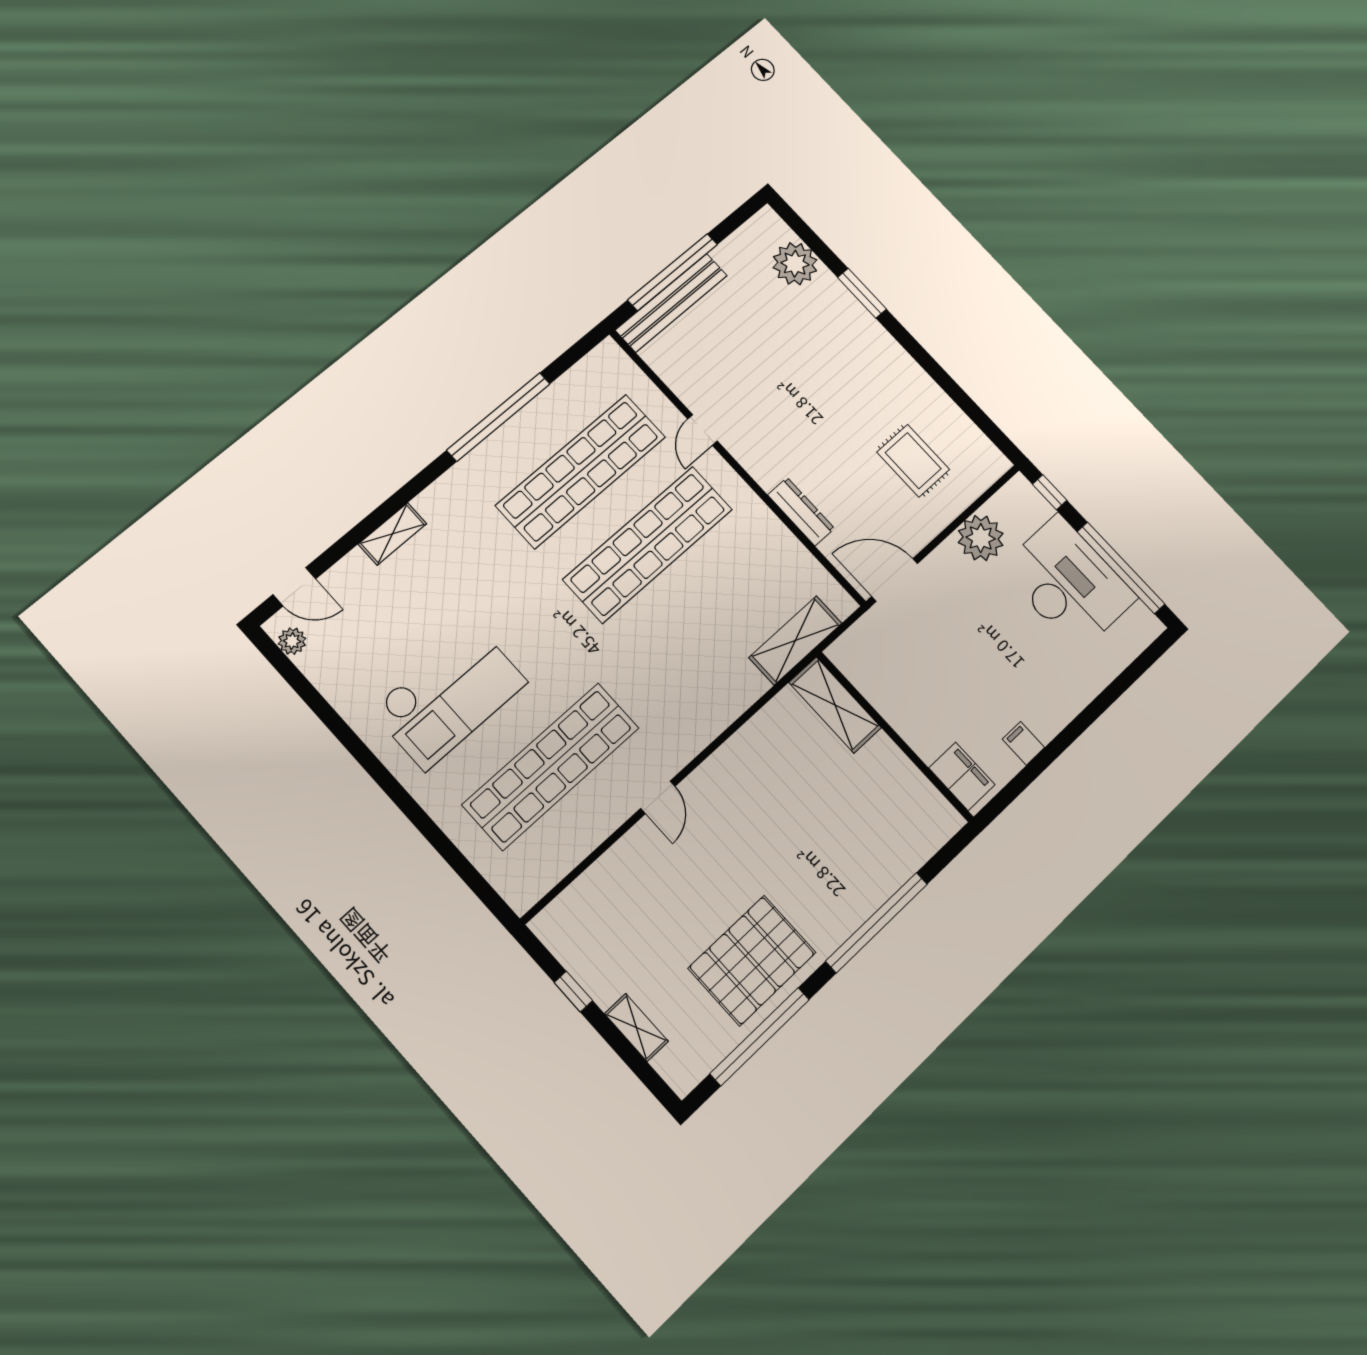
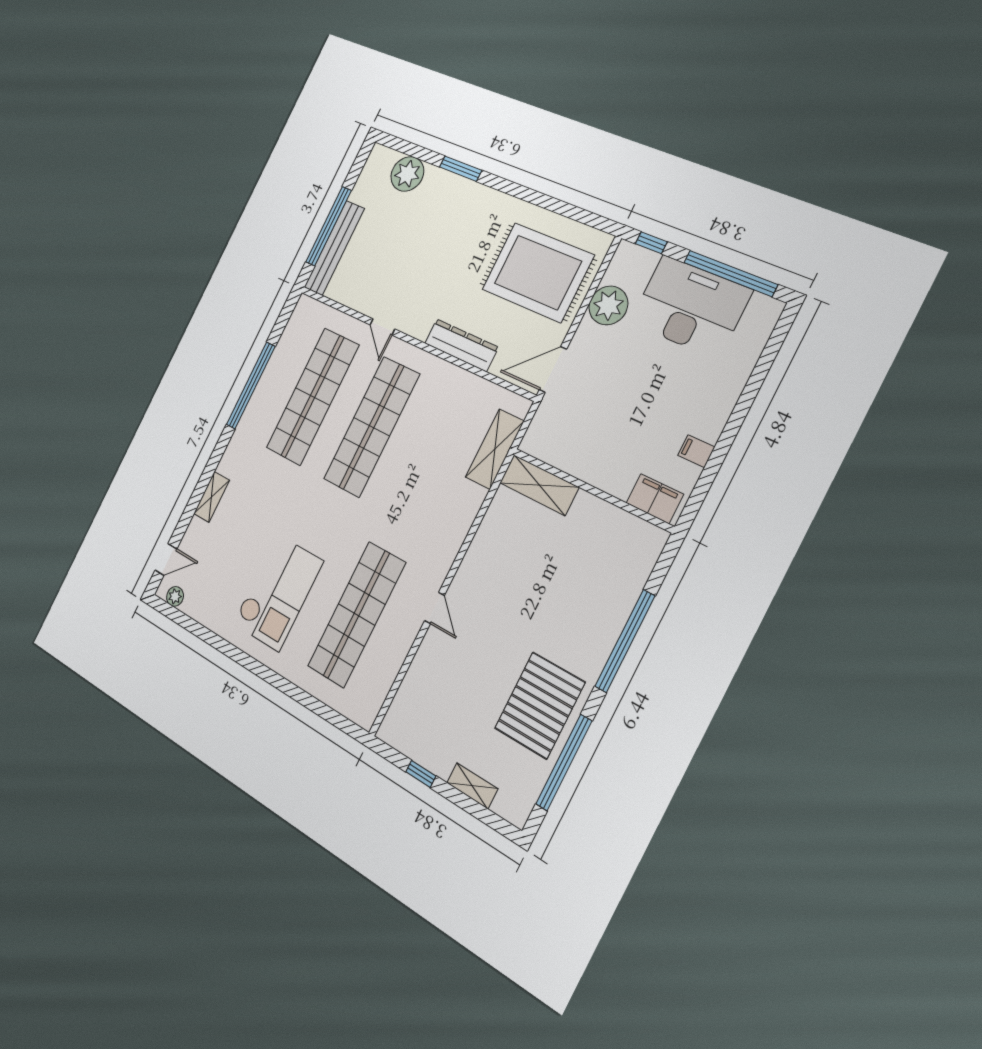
rug: (913, 461) -> (538, 272), width x1.86, depth x2.06
dresser: (801, 512) -> (461, 345), width x1.37, depth x1.24

